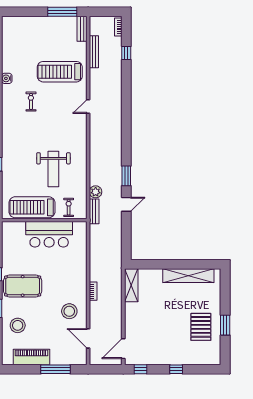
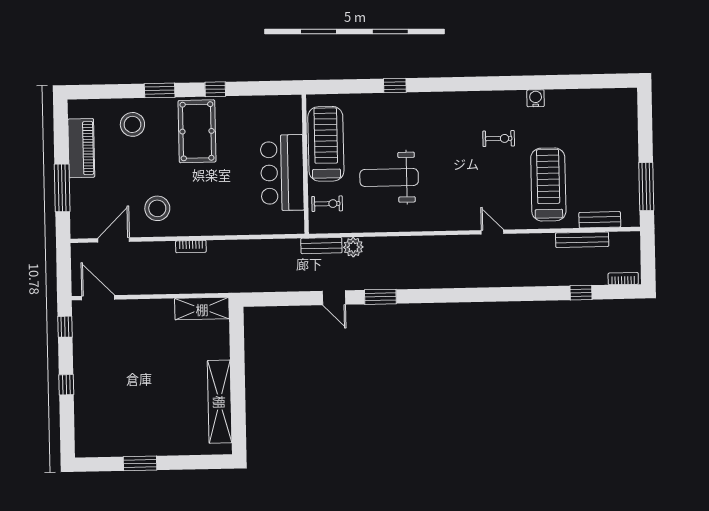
bench: (82, 29) -> (600, 220), moved
pallet: (201, 327) -> (136, 424), removed

